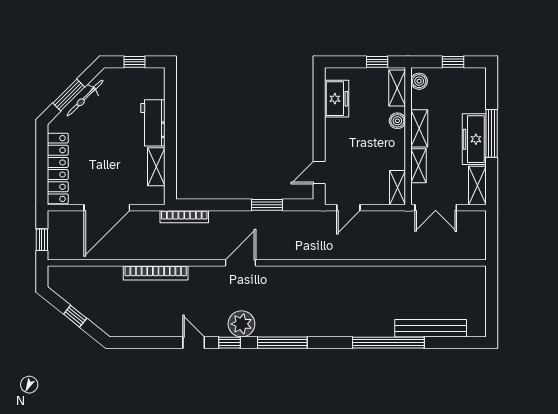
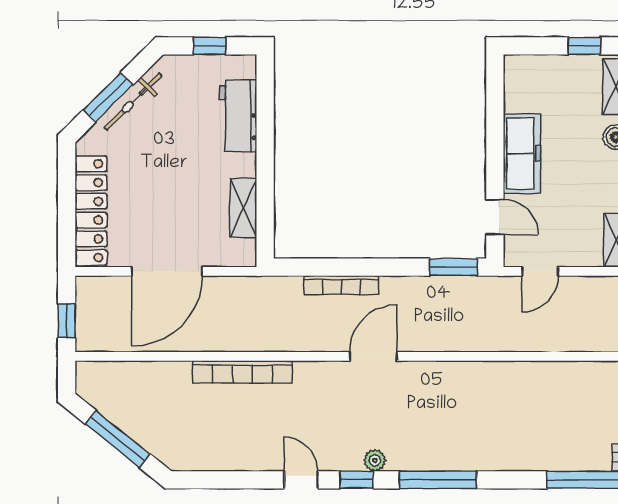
freezer: (337, 99) -> (522, 154), moved, width x1.40
workbench: (153, 123) -> (238, 116), moved
door: (319, 173) -> (495, 217), swing flipped
window: (267, 205) -> (454, 267), moved
bookcase: (184, 217) -> (341, 285), moved
window: (75, 316) -> (118, 439), width x2.17
plant: (241, 324) -> (375, 460), width x0.53, depth x0.53

